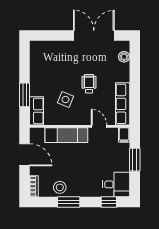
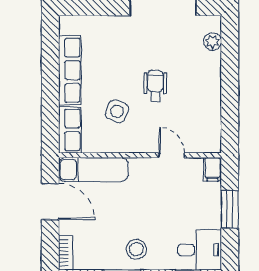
window: (25, 95) -> (50, 104), removed
row of seats: (123, 104) -> (70, 70), moved, turned 180
exam couch: (66, 135) -> (93, 170), moved
stool: (60, 187) -> (136, 249), moved

